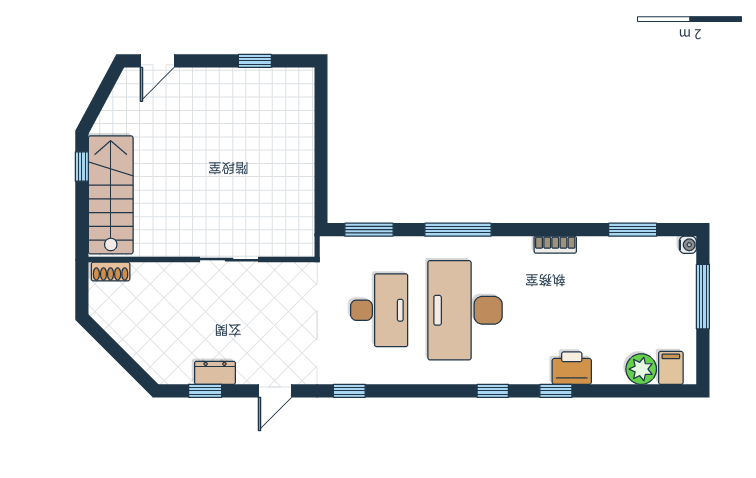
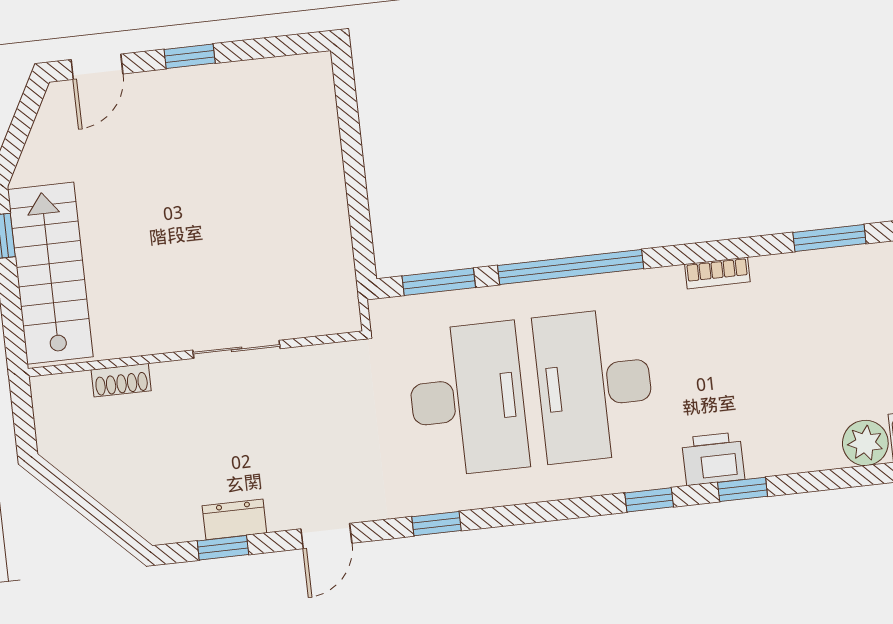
window: (255, 61) -> (190, 56), moved
window: (458, 230) -> (571, 267), width x1.46
shoe rack: (111, 272) -> (121, 380), moved
desk: (379, 310) -> (467, 399), width x1.36, depth x1.30
printer: (572, 368) -> (713, 459), moved

